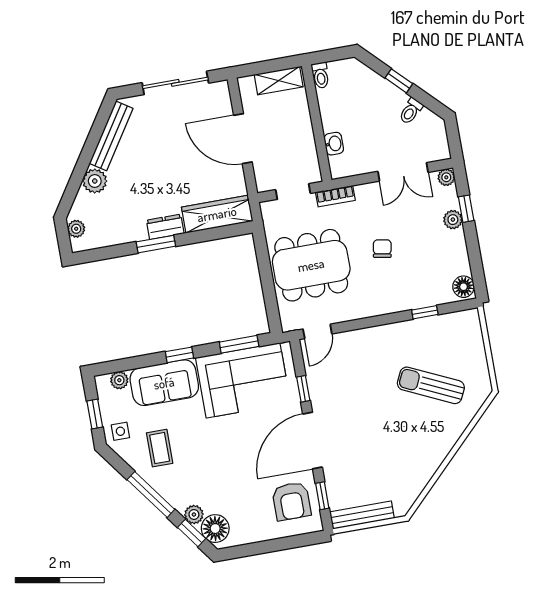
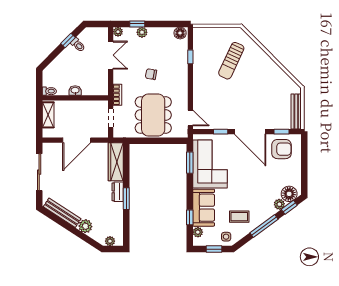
window: (399, 81) -> (68, 40), moved
washbasin: (334, 144) -> (75, 91), moved
window: (179, 355) -> (190, 217), moved

